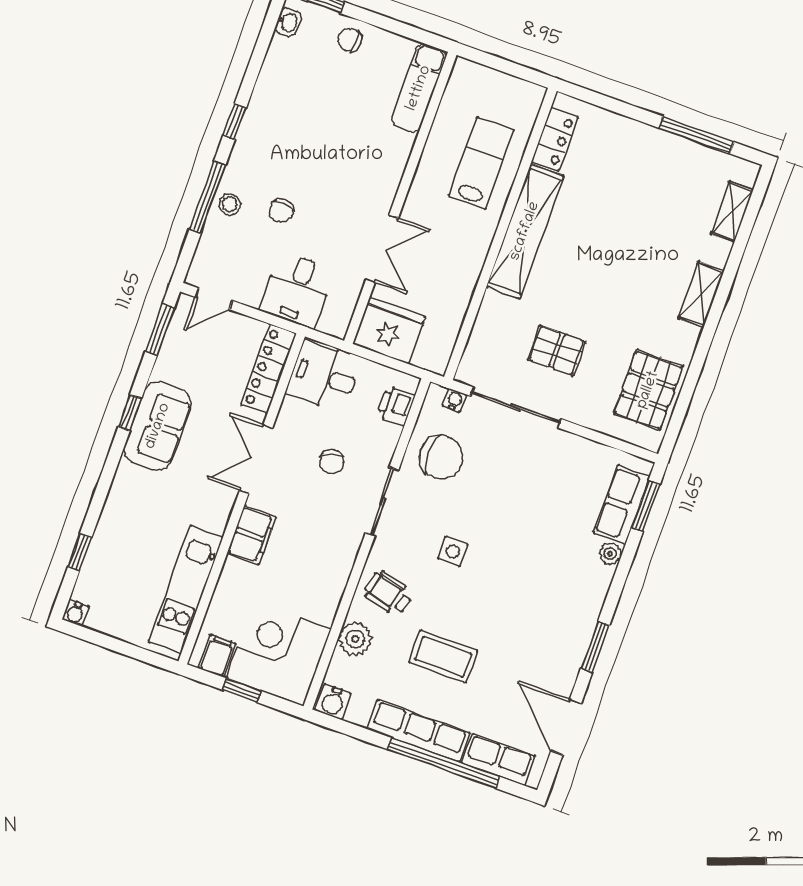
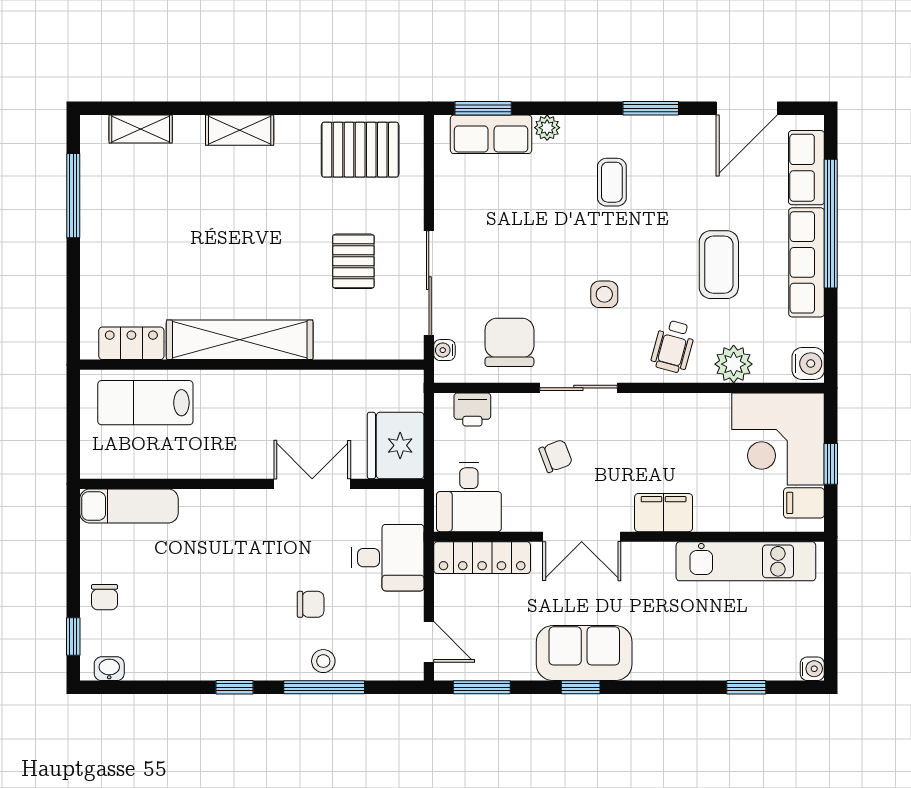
lab bench: (481, 163) -> (145, 403), moved
coffee table: (545, 592) -> (612, 182), added

